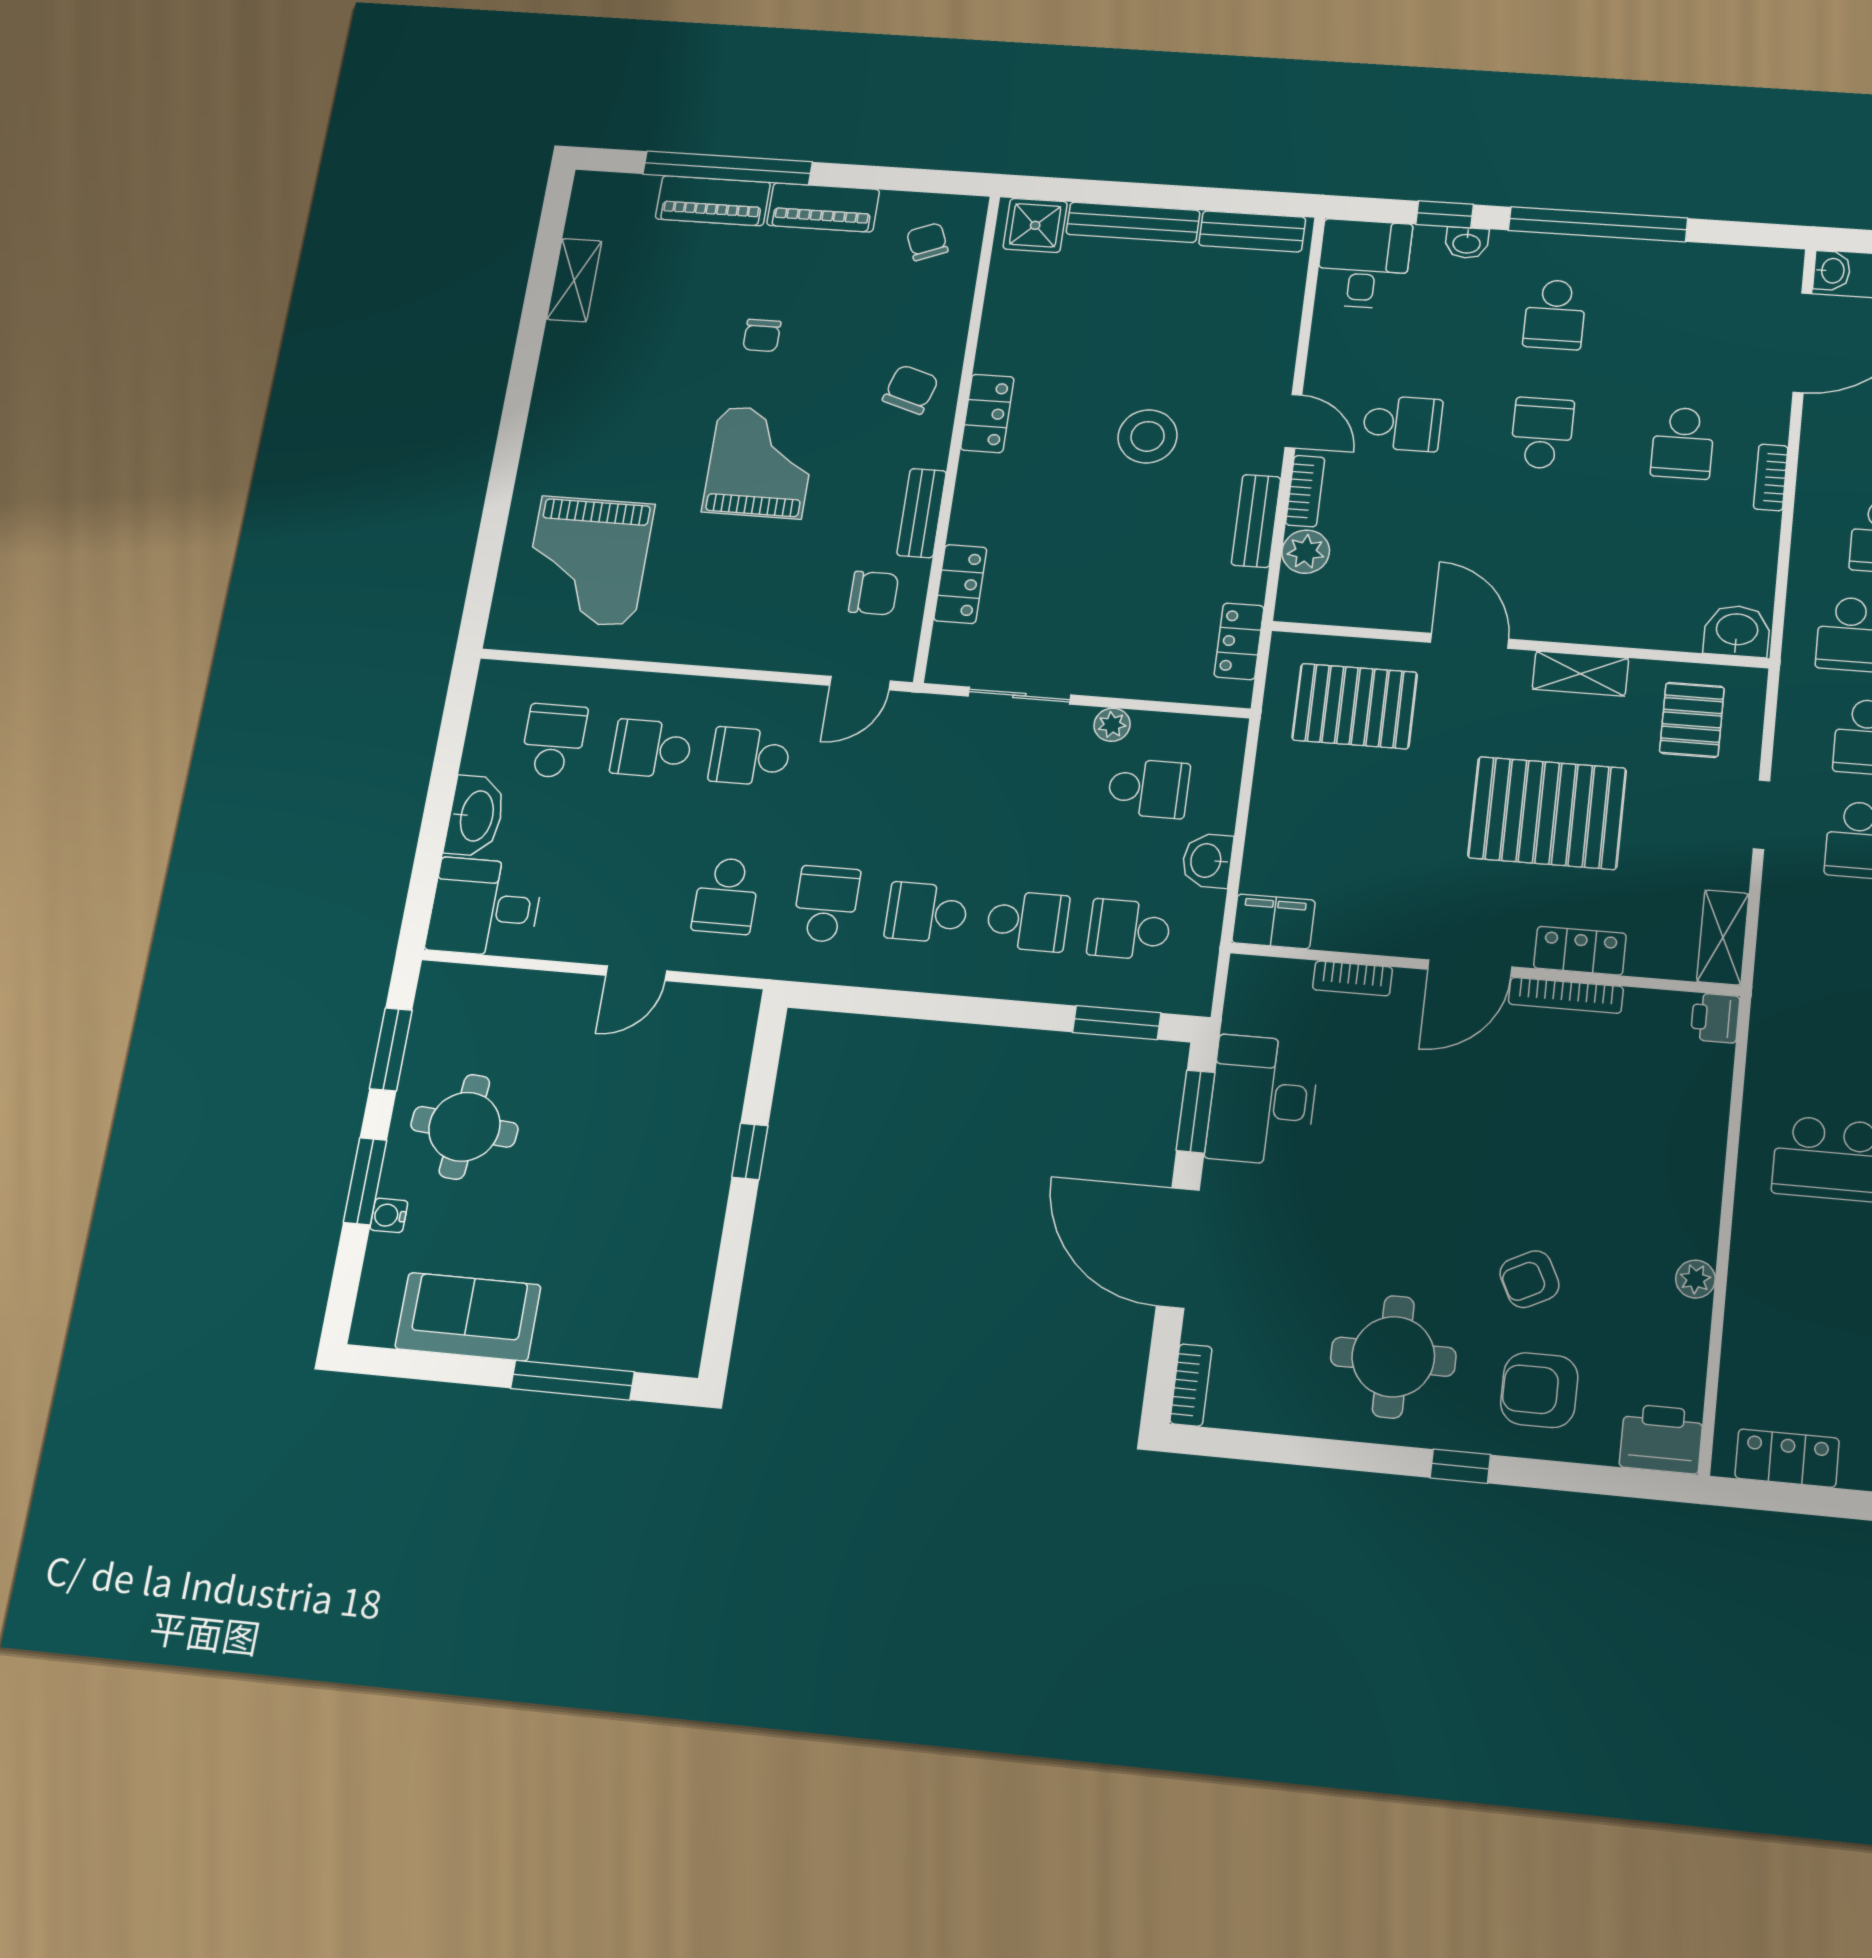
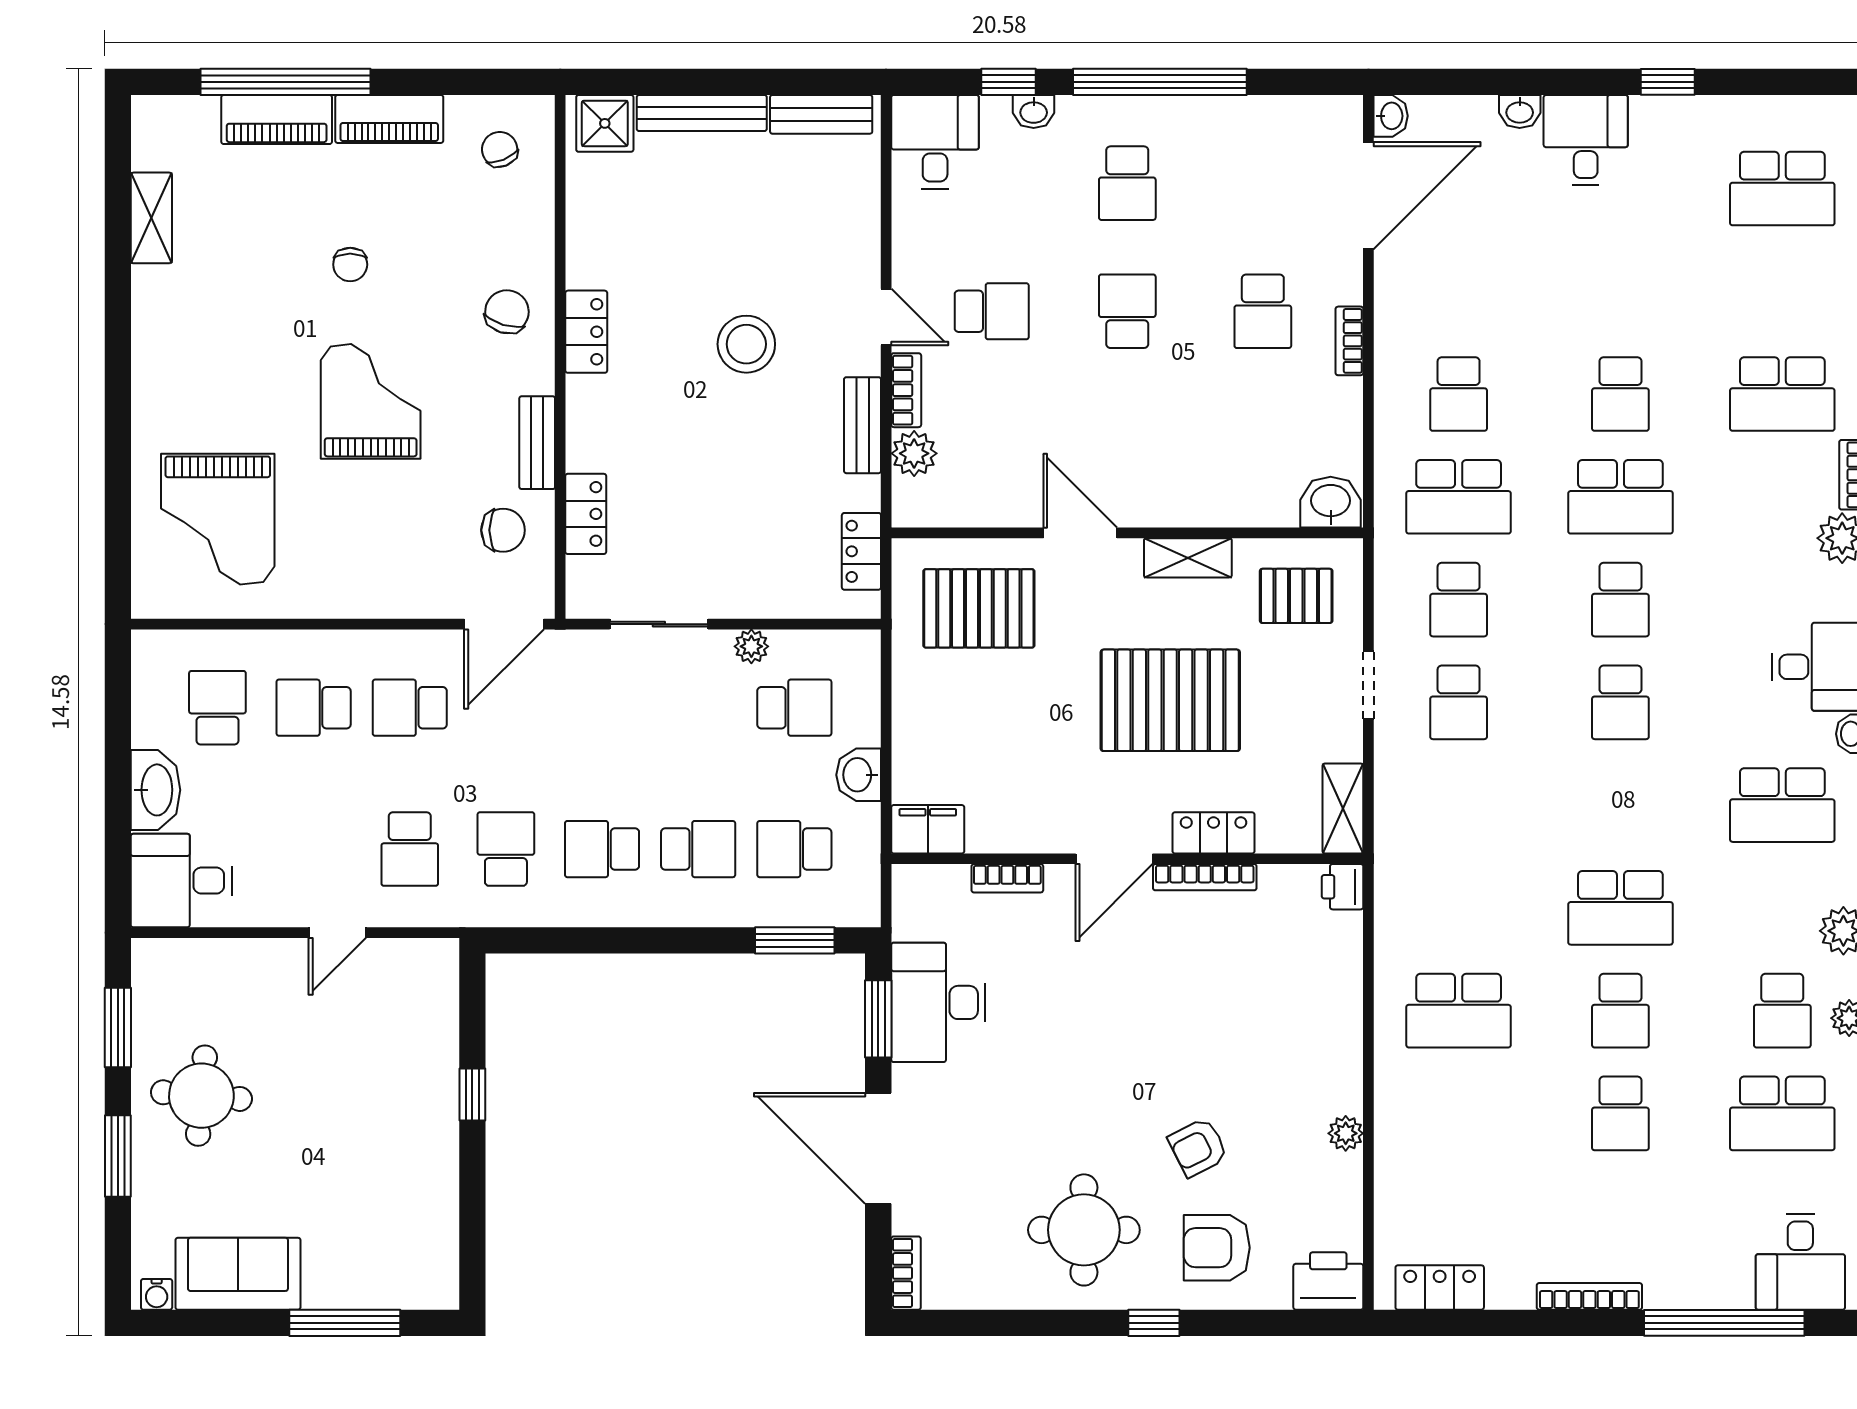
door: (860, 683) -> (504, 624), width x1.38
pallet: (1692, 720) -> (1296, 596), turned 90
water cooler: (389, 1215) -> (157, 1294), moved, turned -90

